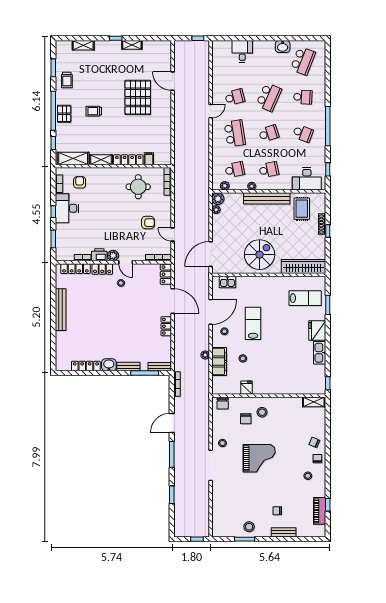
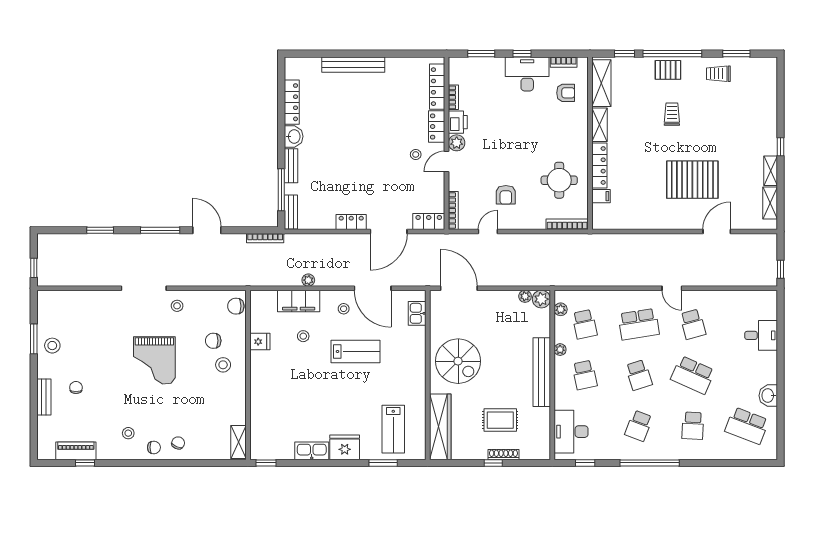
shelving: (83, 45) -> (770, 203), moved
rug: (302, 209) -> (500, 420), moved
bench: (61, 310) -> (353, 65), moved

